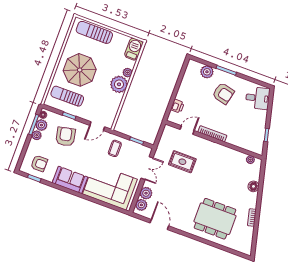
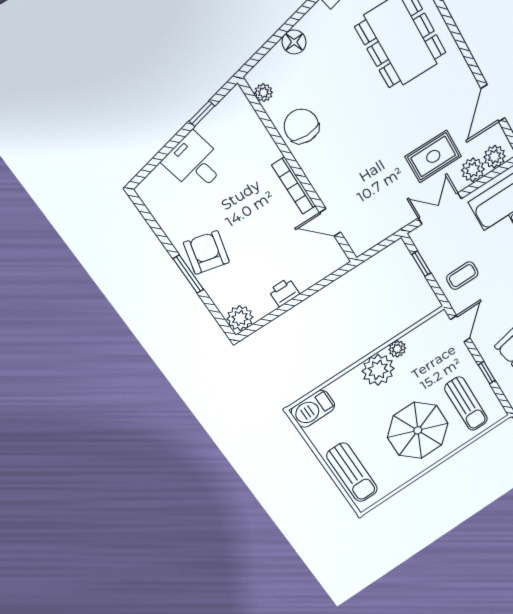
plant: (207, 72) -> (240, 318), moved
plant: (128, 73) -> (397, 349), moved
armchair: (223, 93) -> (206, 252), moved
desk: (258, 98) -> (195, 163), moved
printer: (177, 106) -> (284, 292), moved
door: (97, 126) -> (460, 329), hinge flipped
chair: (227, 158) -> (301, 126), added
rug: (182, 162) -> (433, 156), moved, turned 90

